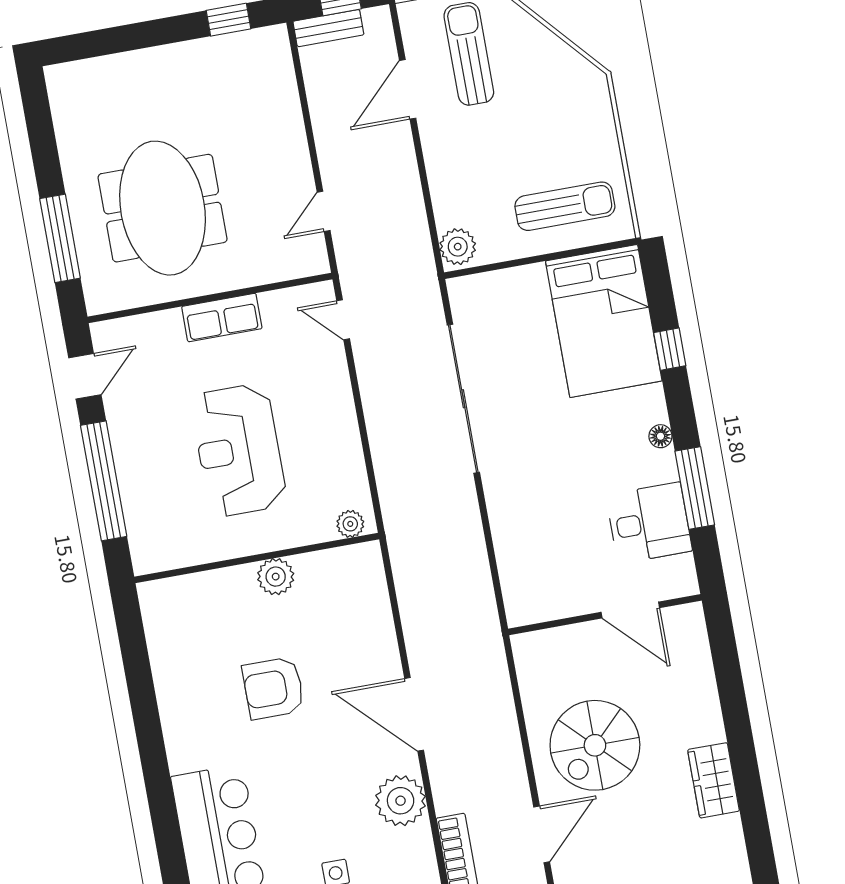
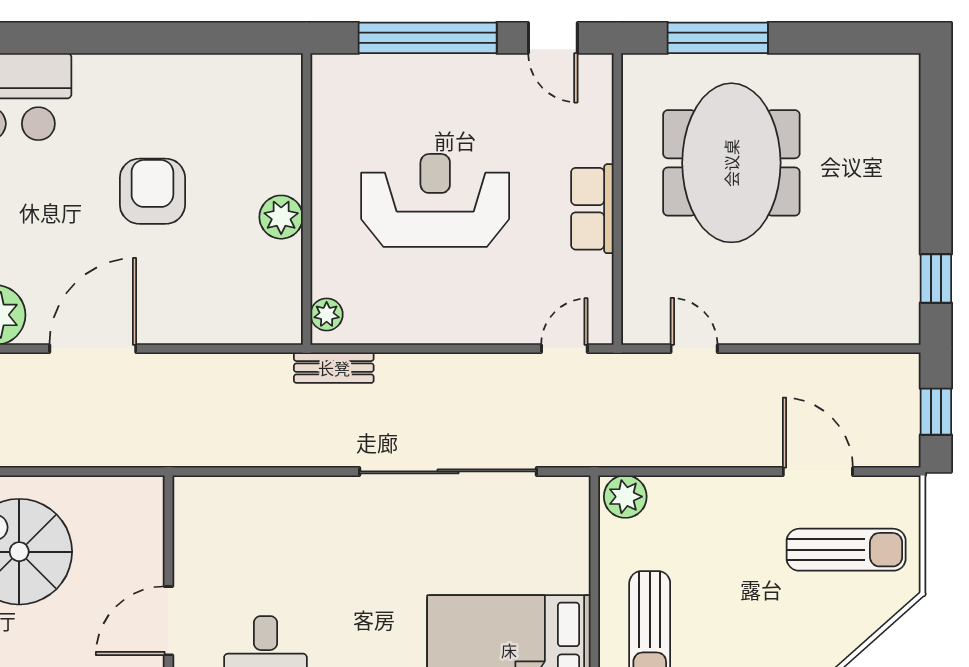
bench: (328, 28) -> (334, 368), moved, turned 90
meeting table: (163, 208) -> (731, 163), turned 90

